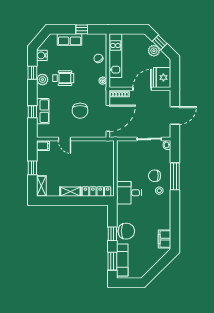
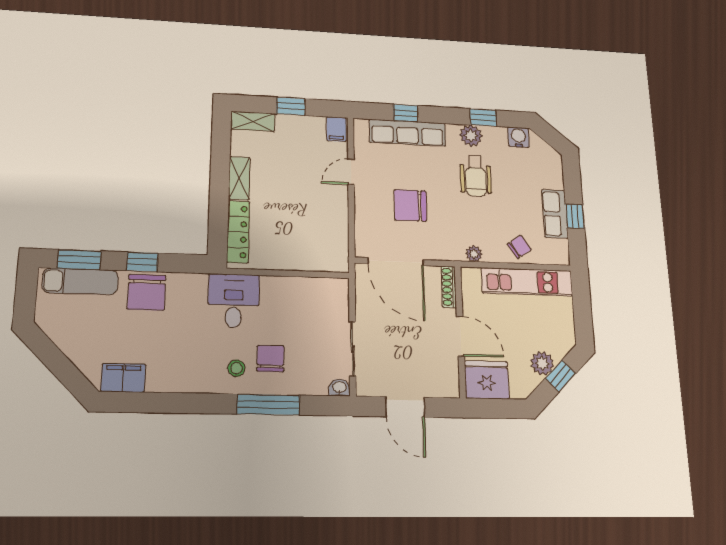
row of seats: (70, 39) -> (555, 214), moved
row of seats: (43, 111) -> (407, 133), width x1.48

